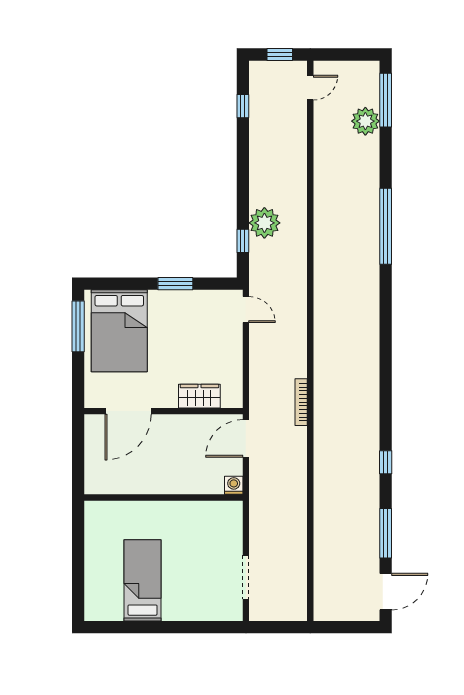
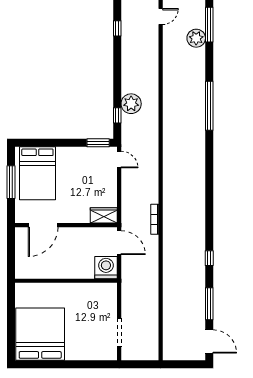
window: (175, 284) -> (98, 143), moved
window: (78, 326) -> (11, 182), moved
wardrobe: (199, 396) -> (104, 215), moved
door: (246, 438) -> (119, 243), swing flipped
washing machine: (234, 485) -> (106, 268), width x1.89, depth x1.89
bed: (143, 580) -> (40, 334), width x2.04
door: (386, 592) -> (209, 341), hinge flipped

